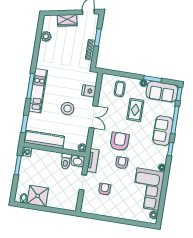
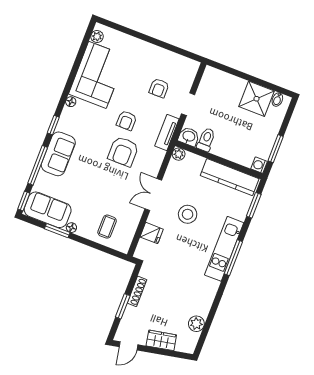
rug: (135, 110) -> (91, 192), removed

